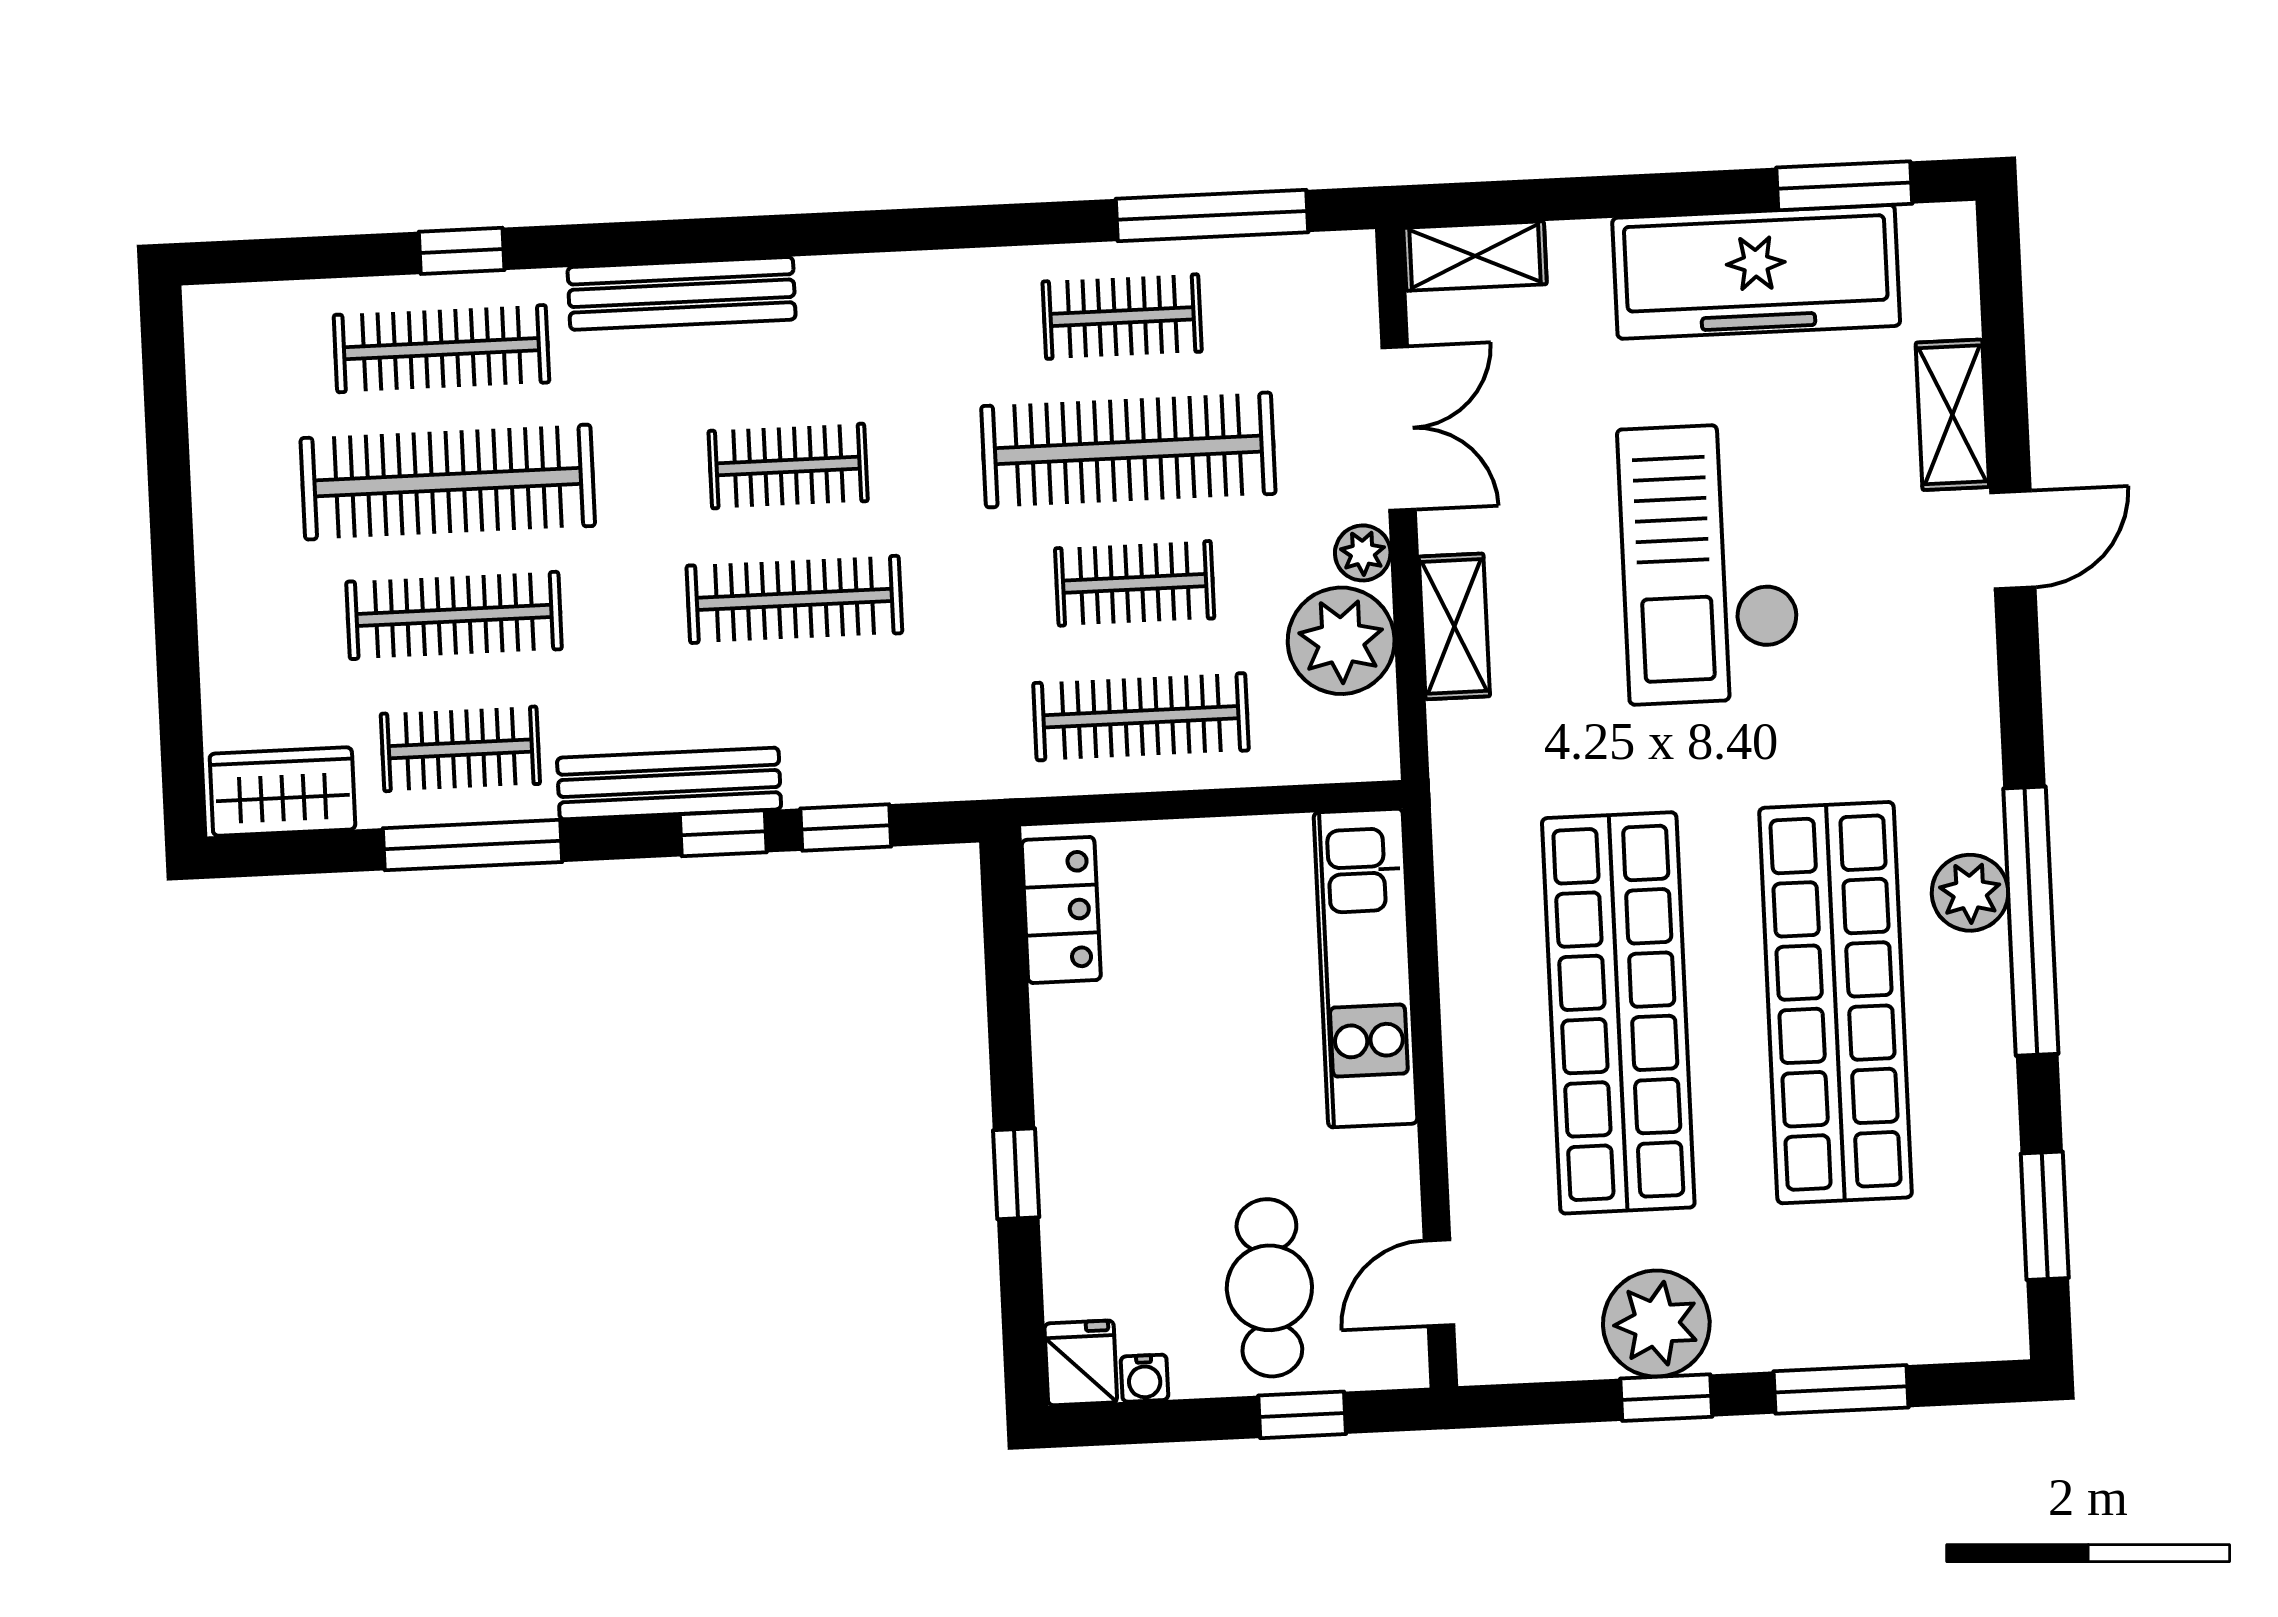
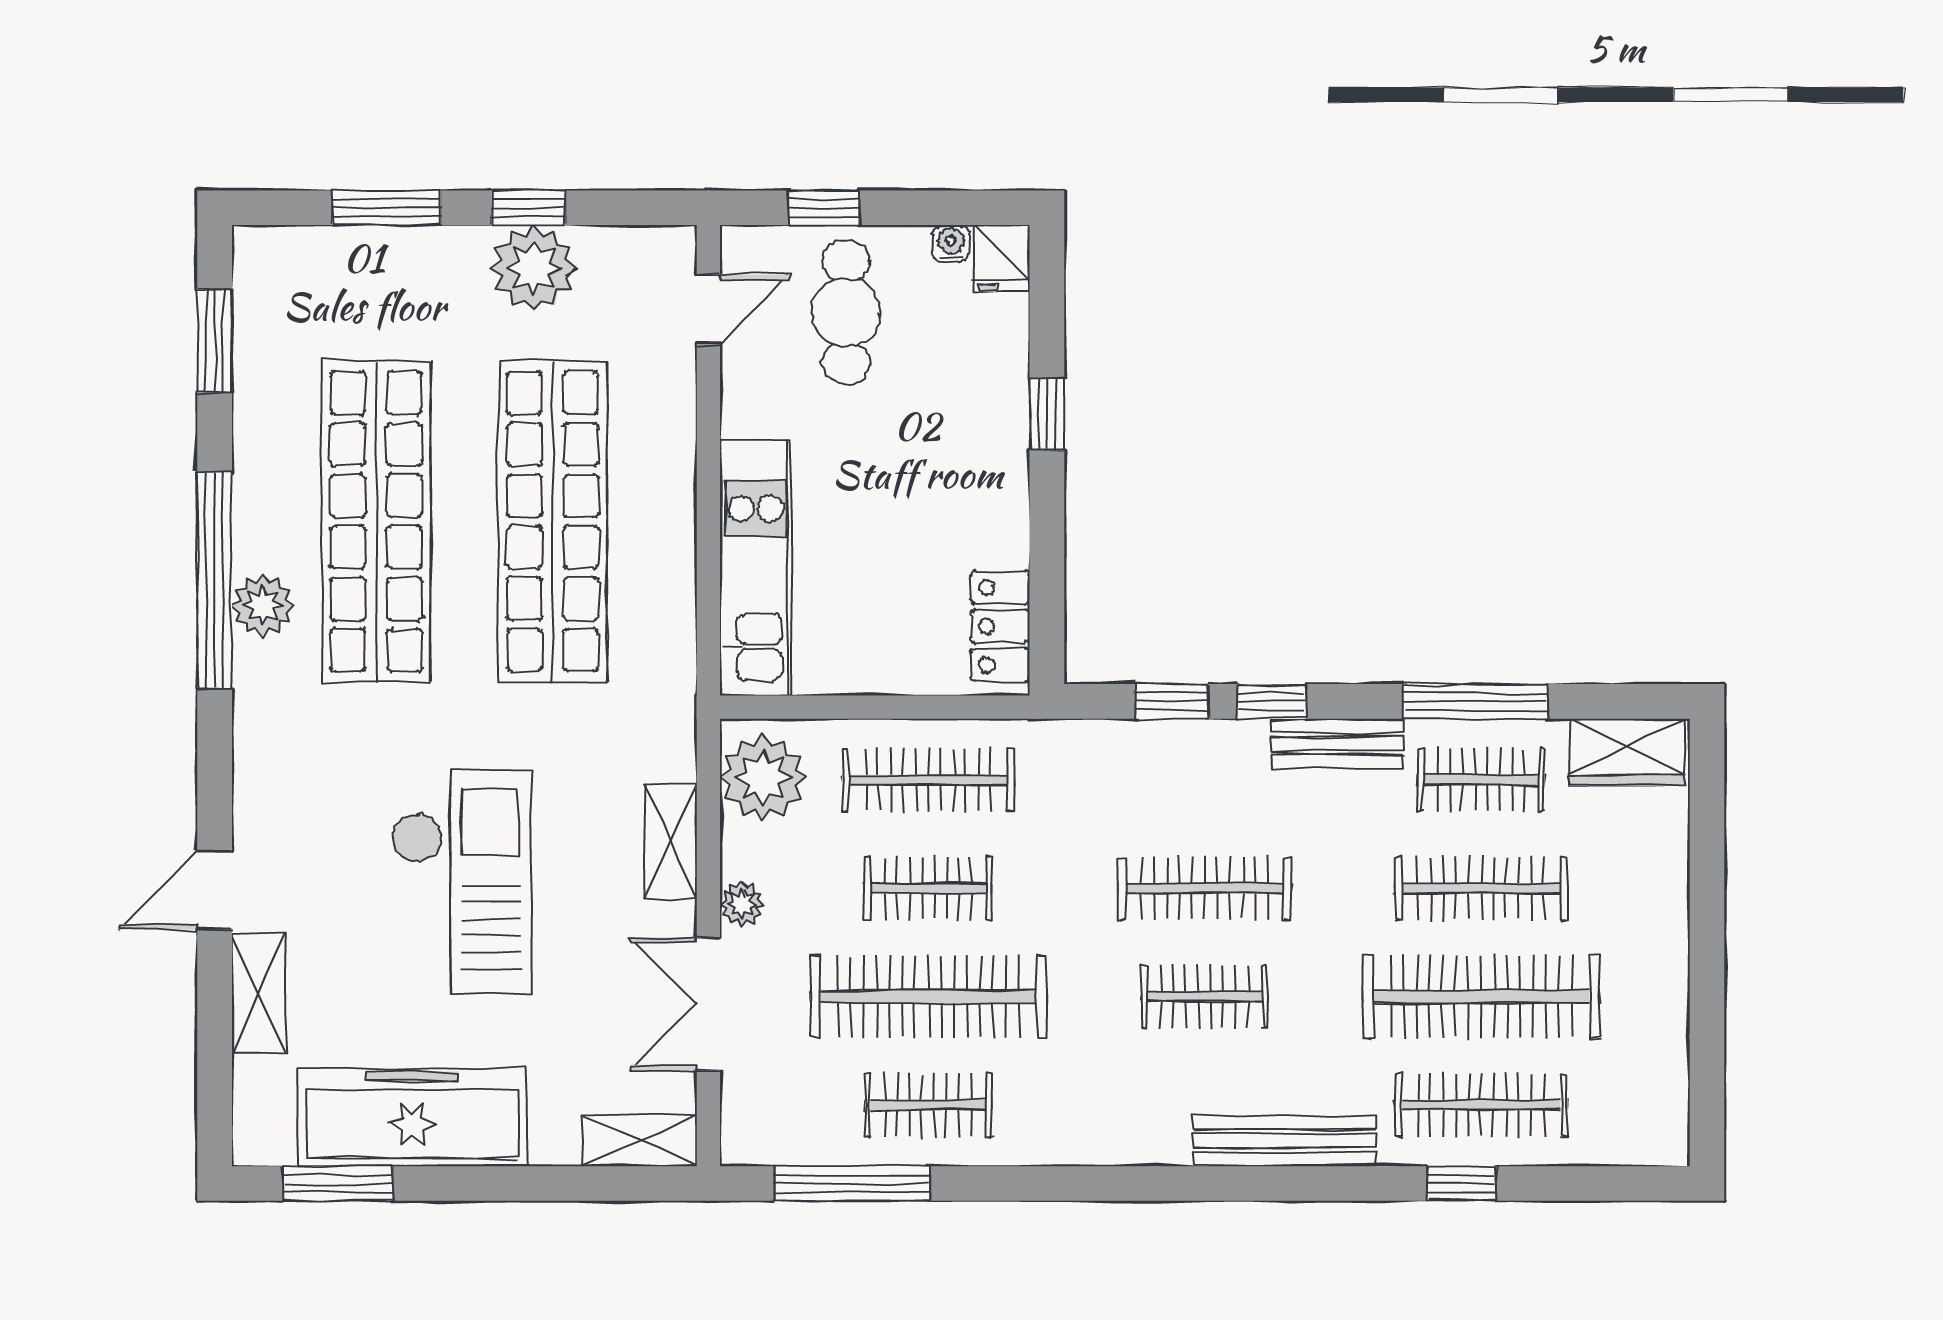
plant: (1341, 641) -> (763, 778), moved
bench: (669, 784) -> (1337, 744), width x0.73

